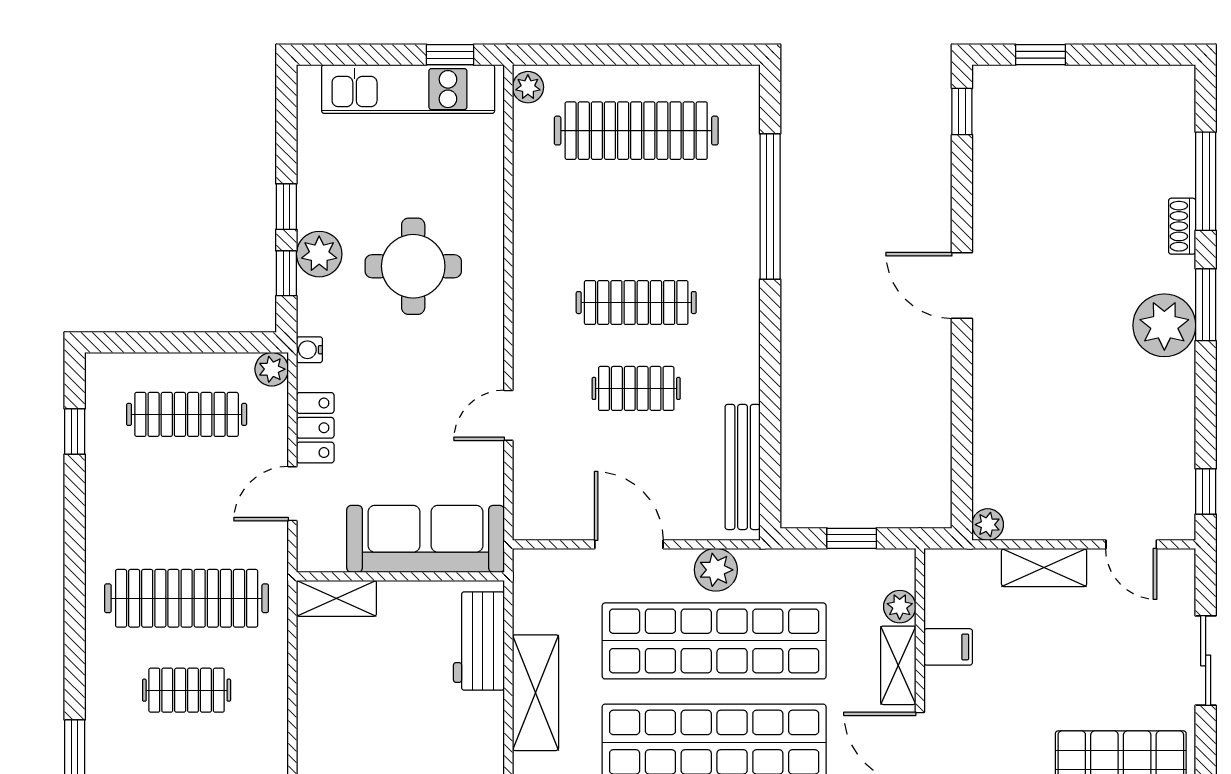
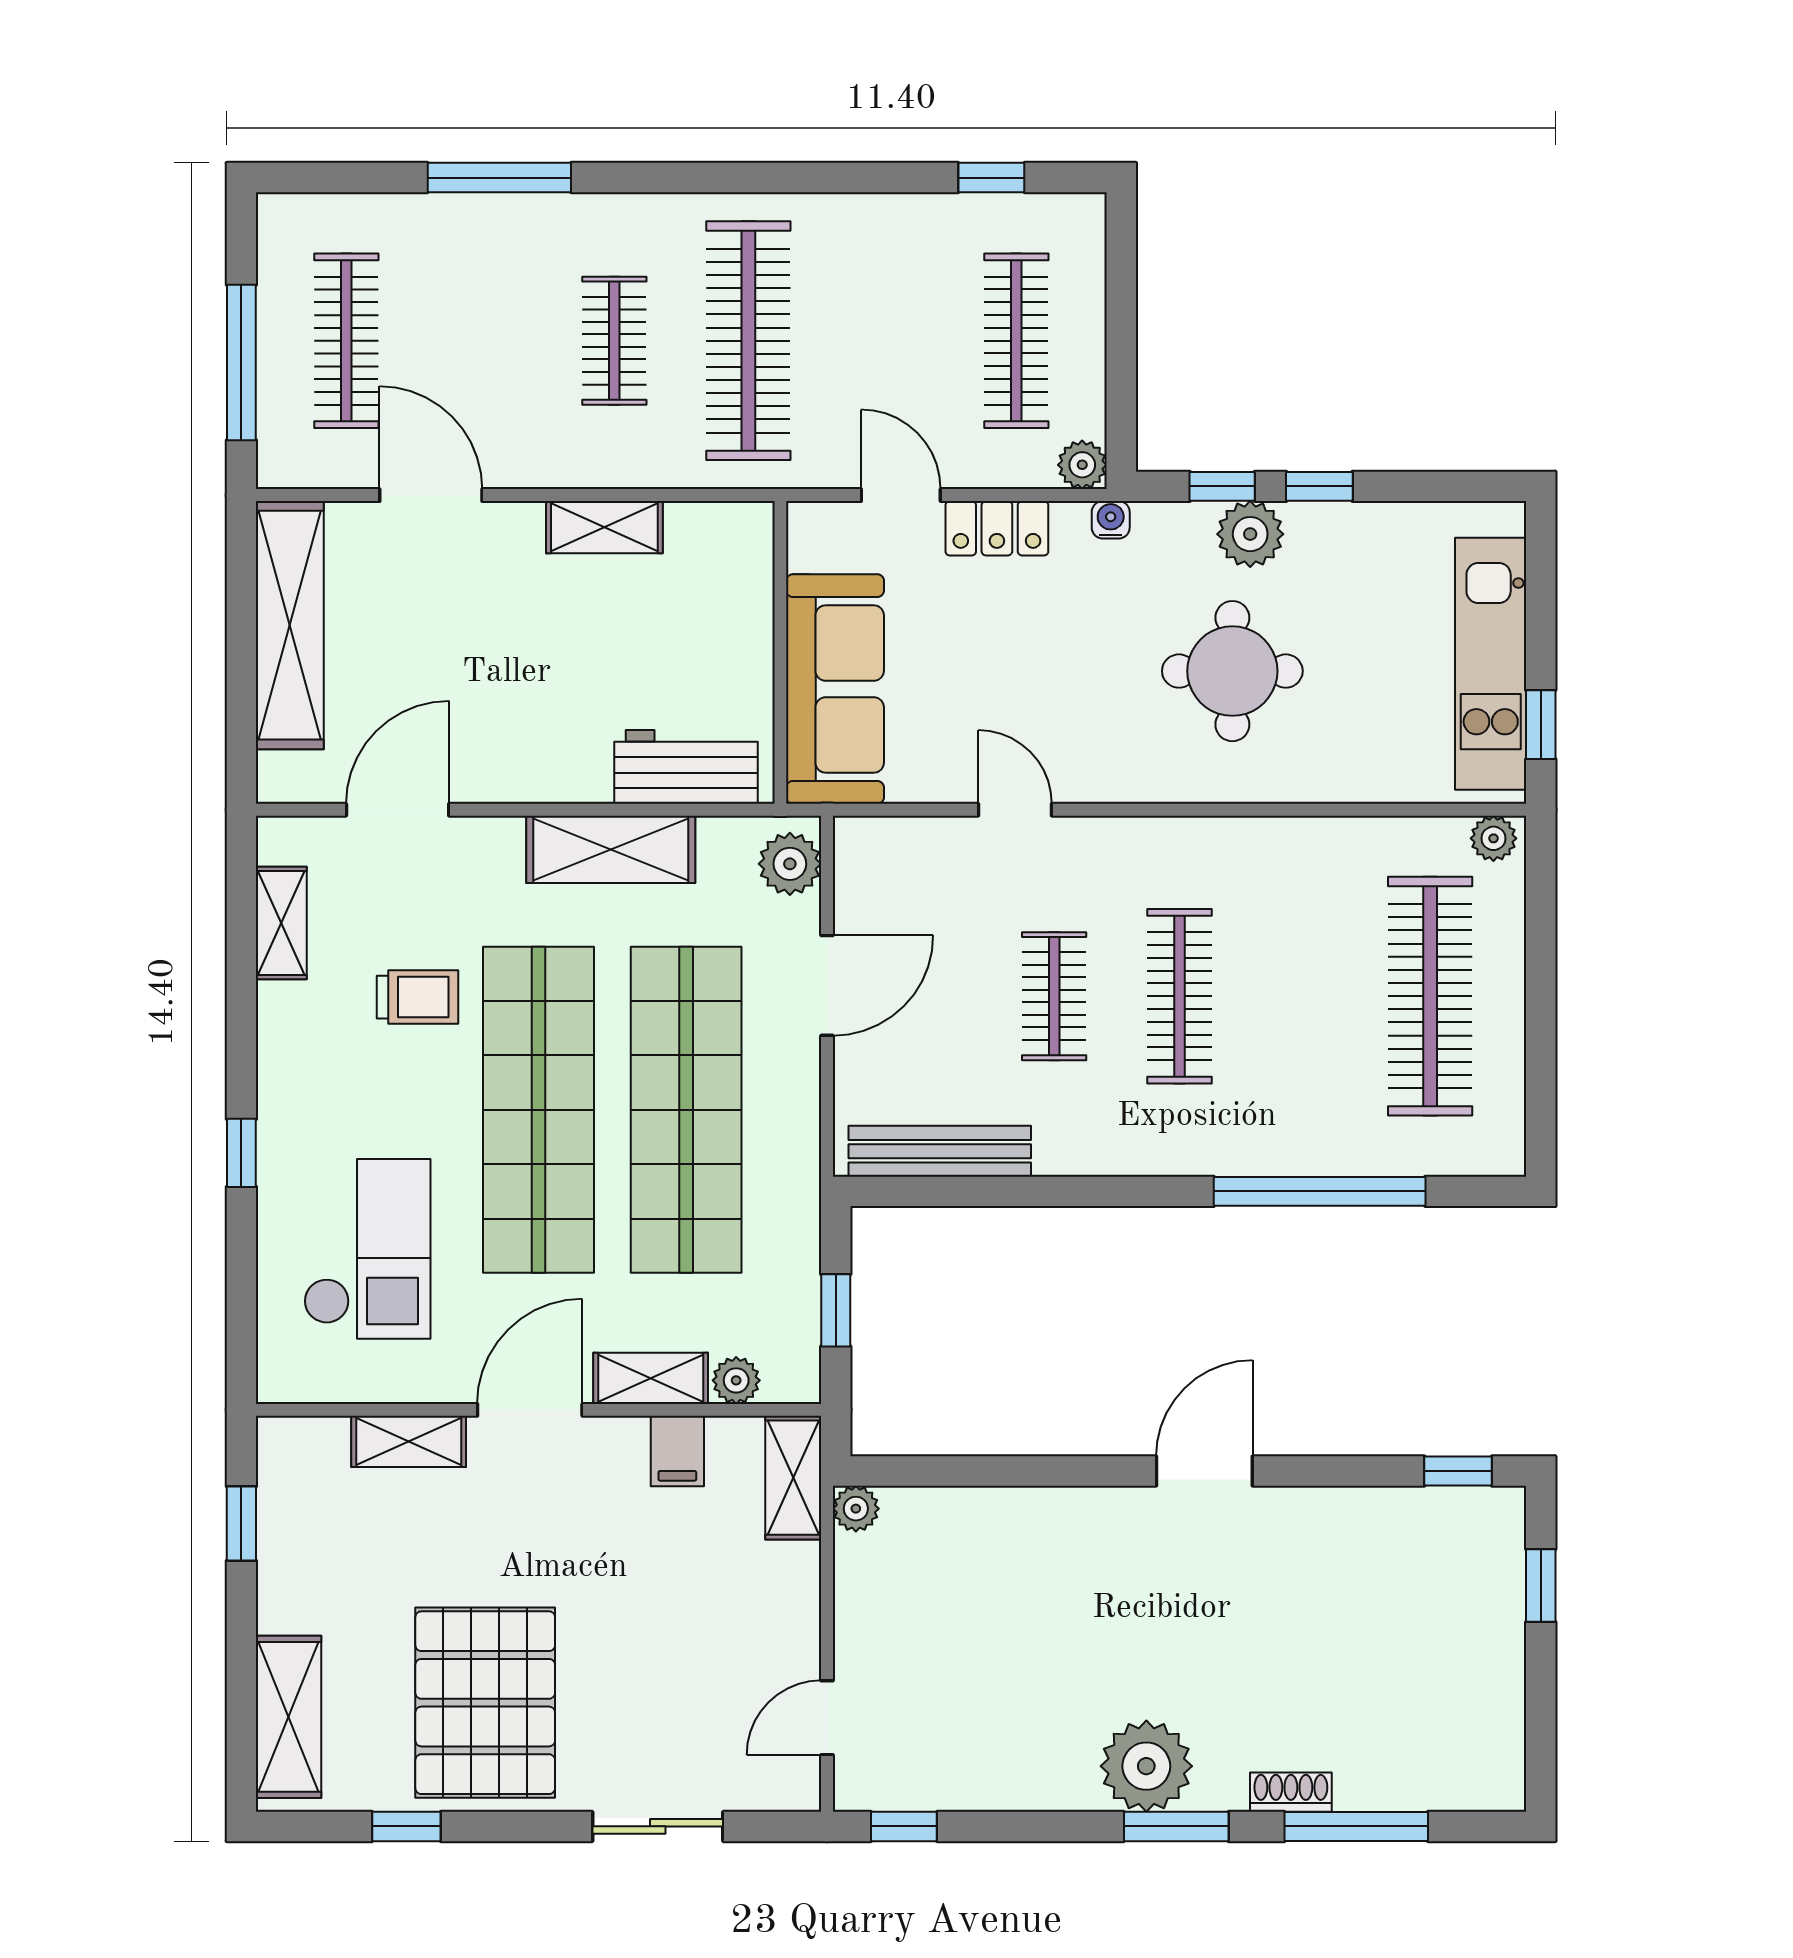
shelving: (1044, 567) -> (793, 1478), moved
plant: (716, 570) -> (790, 864), moved
shelving: (336, 598) -> (604, 527), moved, turned 90

